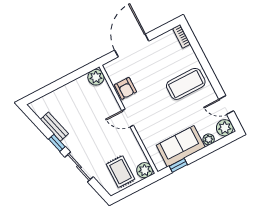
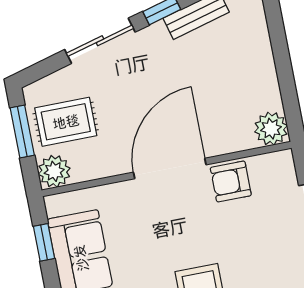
door: (128, 118) -> (170, 168), width x1.88
window: (131, 190) -> (22, 132), added

